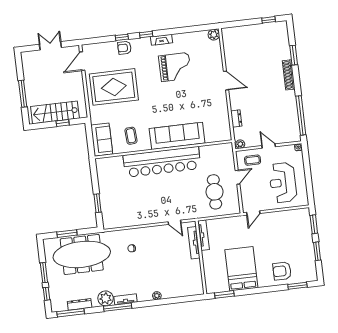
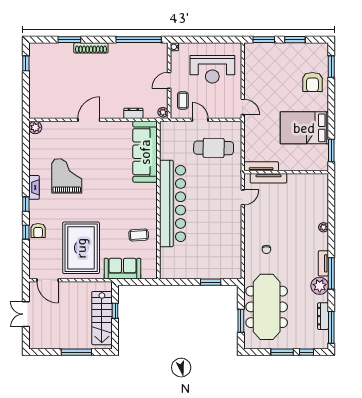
sofa: (177, 136) -> (145, 152), moved
sofa: (102, 140) -> (122, 269), moved

